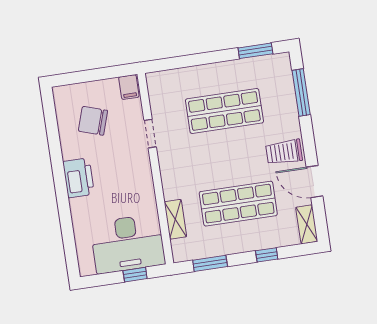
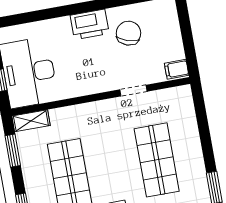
chair: (93, 121) -> (129, 33), moved
shelving: (175, 219) -> (31, 121), moved

